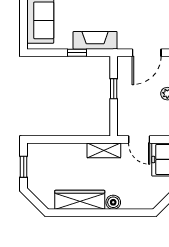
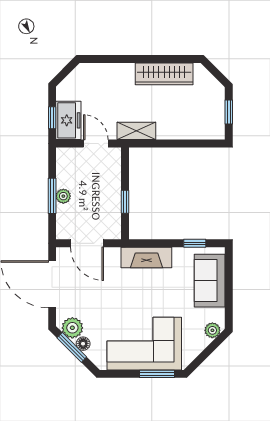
window: (77, 53) -> (195, 243), moved
door: (147, 53) -> (87, 243), swing flipped
boiler: (113, 202) -> (126, 71), removed

